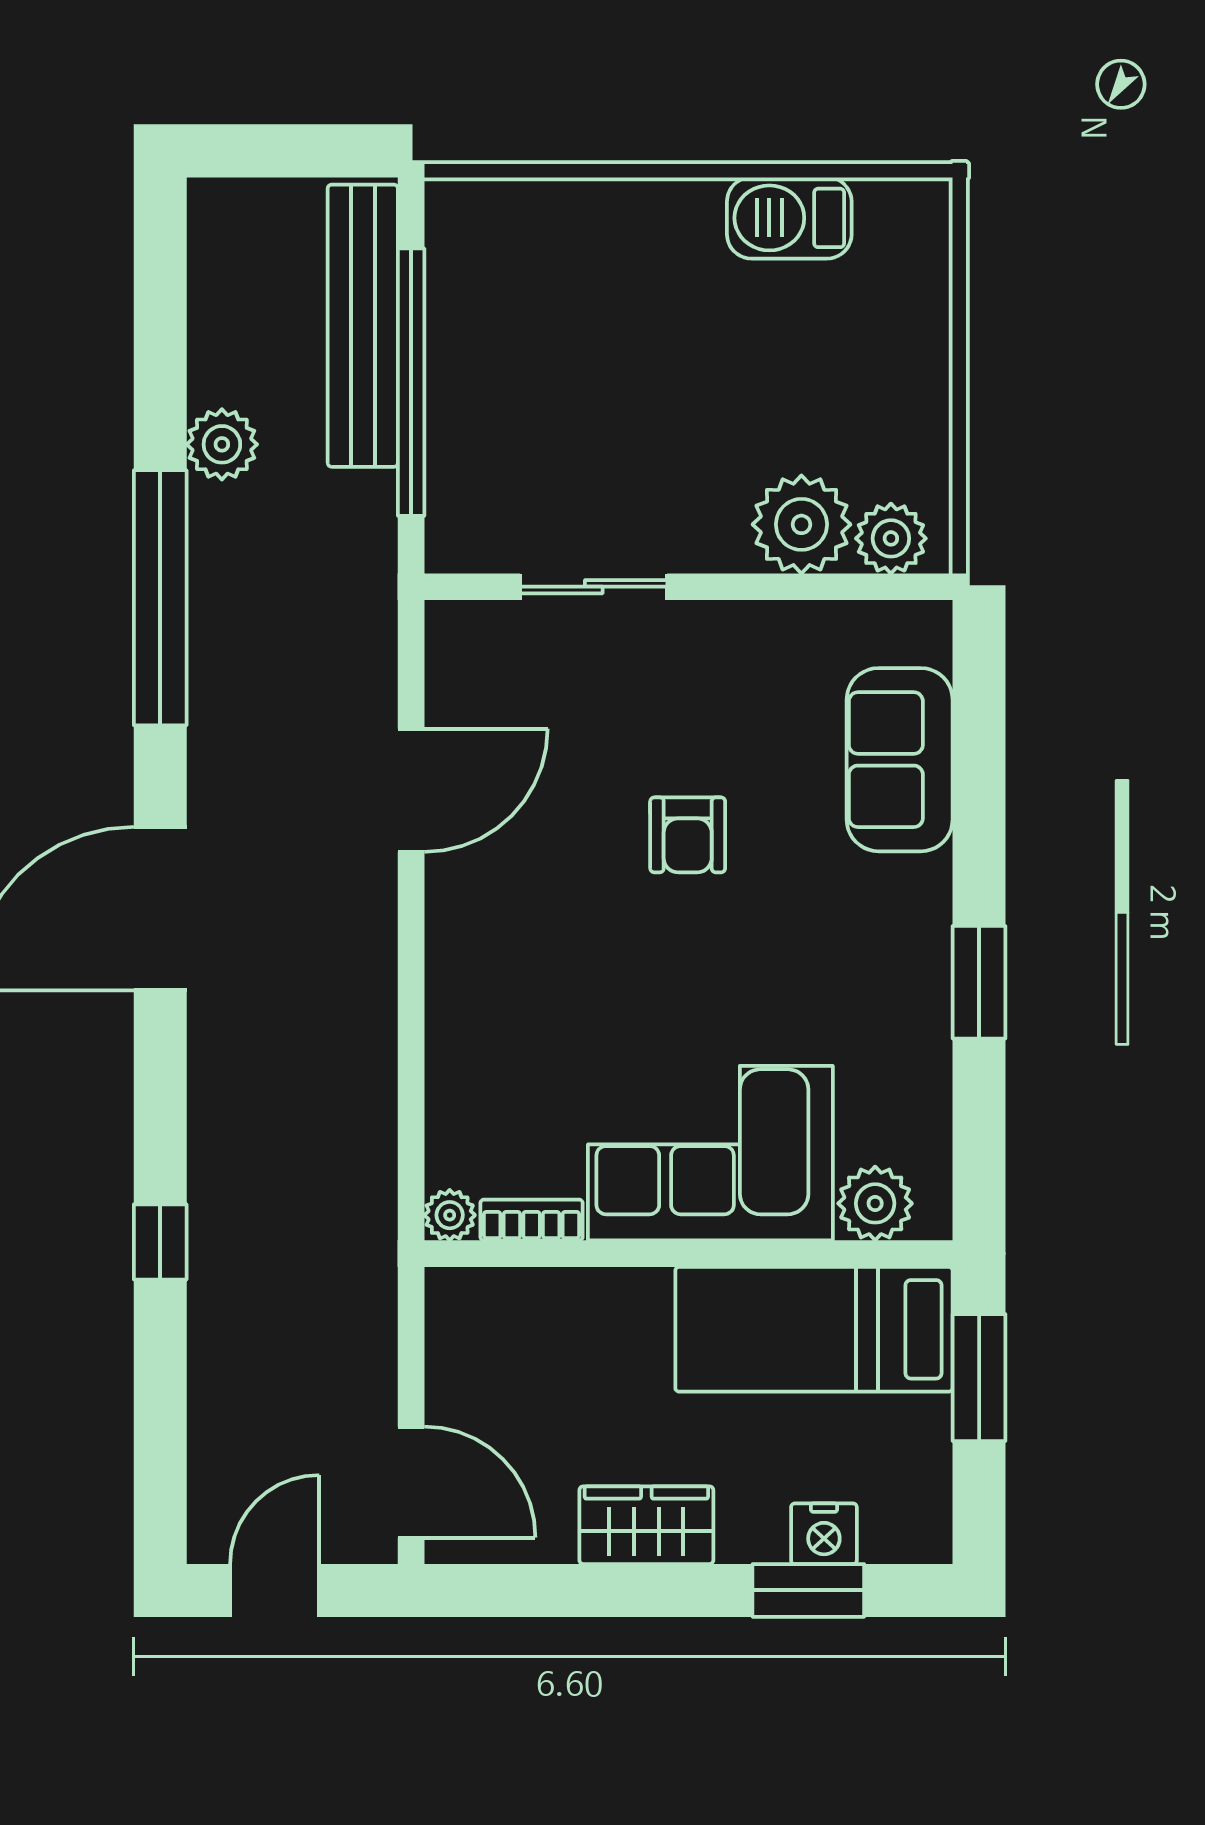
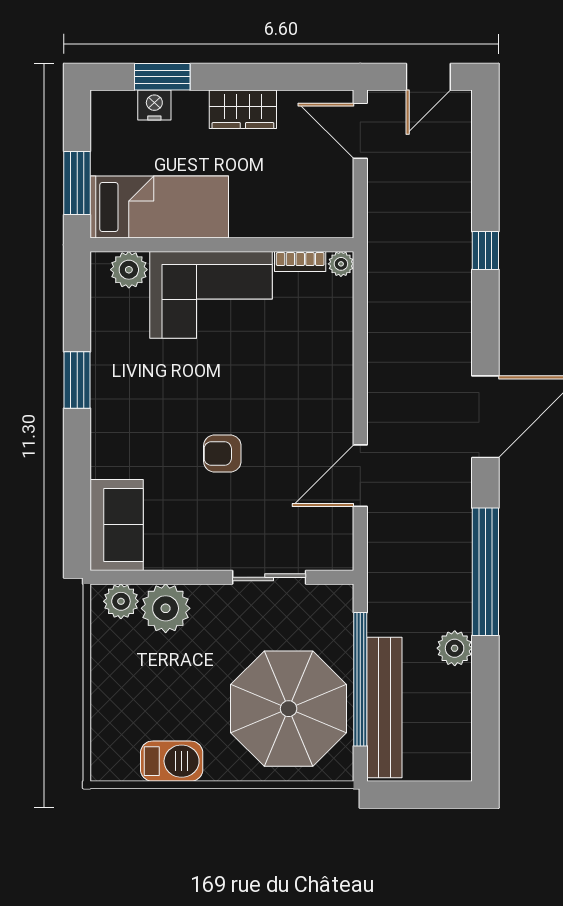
parasol: (555, 323) -> (289, 709), added
sofa: (900, 760) -> (117, 525), moved
armchair: (688, 835) -> (222, 454), turned -90

